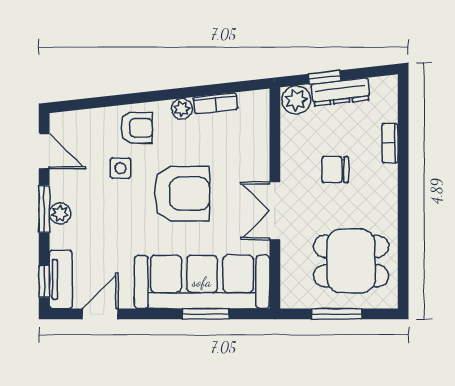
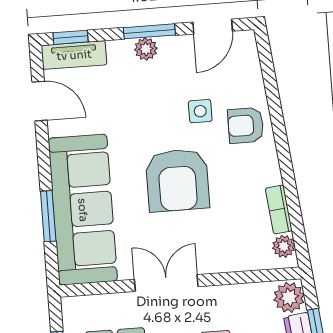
plant: (182, 109) -> (284, 246), moved
armchair: (137, 128) -> (246, 125), turned 90

